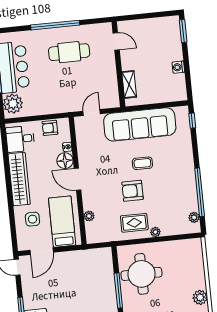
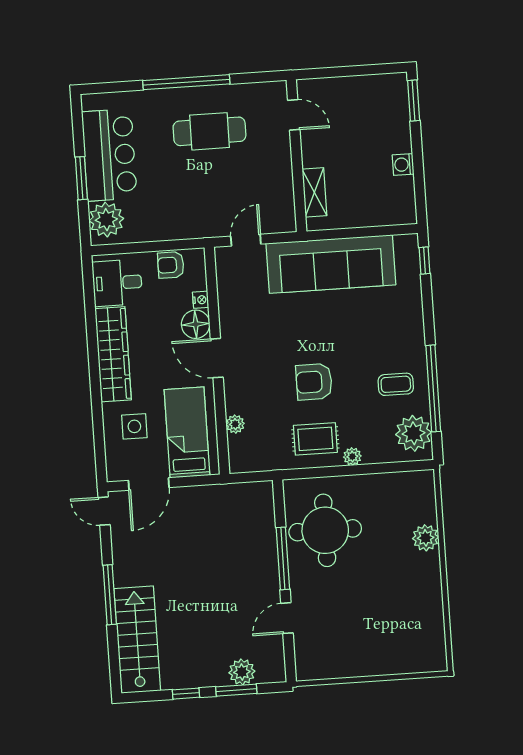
coffee table: (142, 163) -> (396, 384), moved
plant: (194, 217) -> (414, 433), width x1.87, depth x1.87
plant: (200, 297) -> (426, 538), moved

